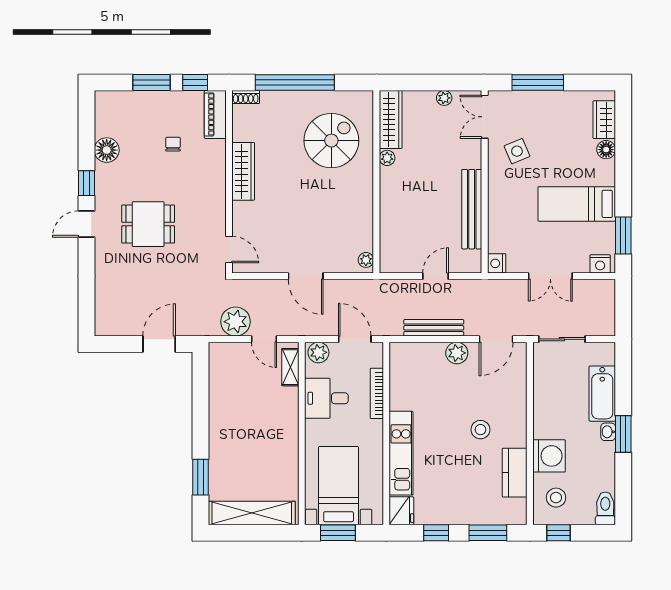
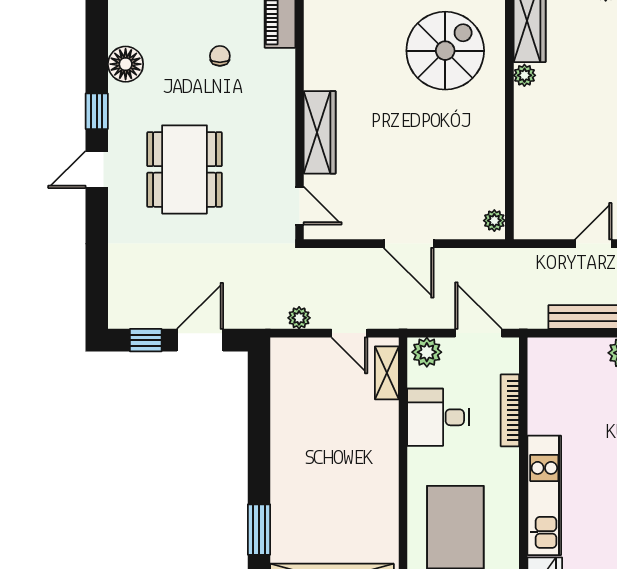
wardrobe: (243, 171) -> (320, 132), moved
dining table: (148, 224) -> (185, 169), width x1.38
plant: (235, 322) -> (299, 318), width x0.53, depth x0.53
window: (121, 344) -> (146, 340), added

